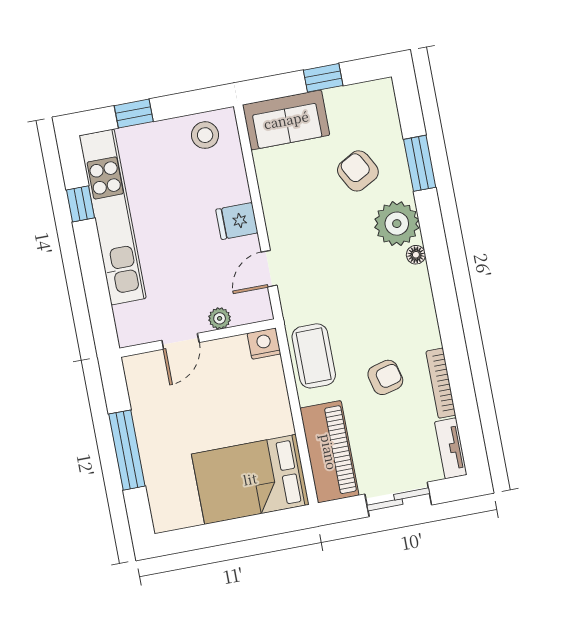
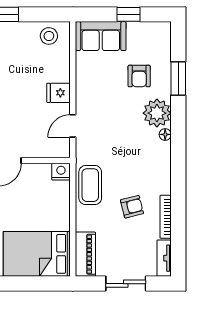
armchair: (358, 171) -> (139, 76), turned -151
plant: (220, 318) -> (36, 151), removed
piano: (329, 452) -> (85, 254), width x0.73, depth x0.75

